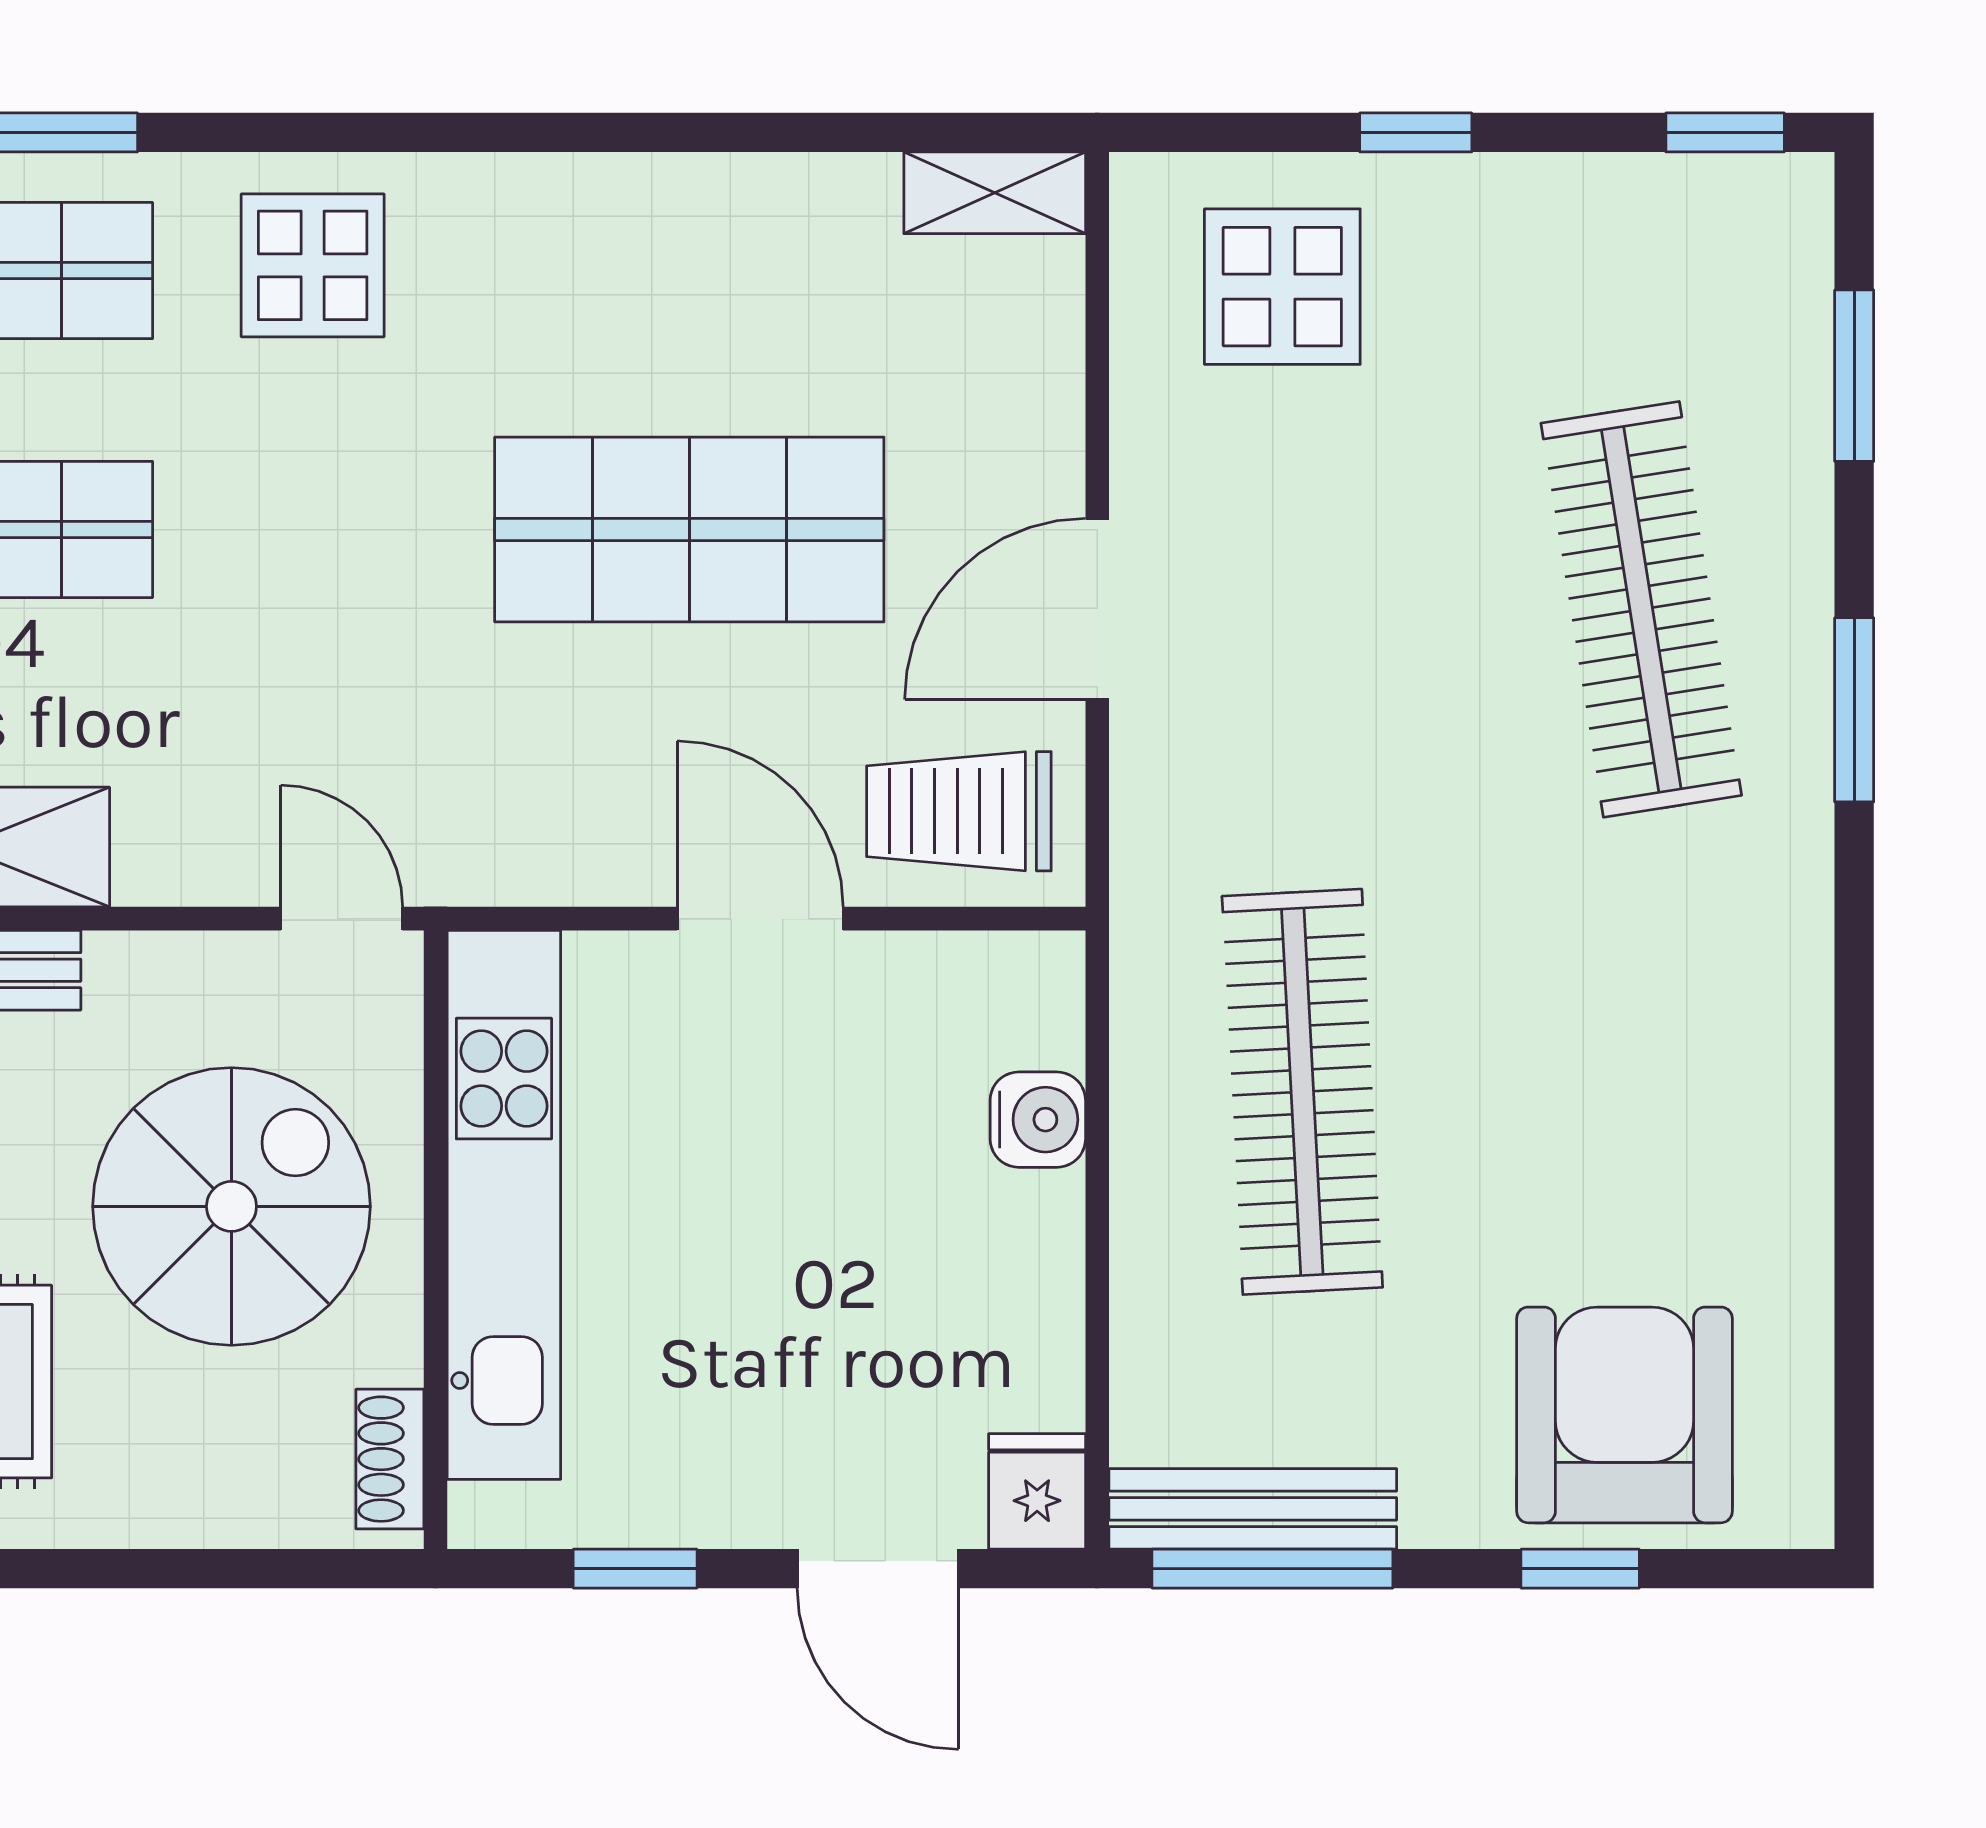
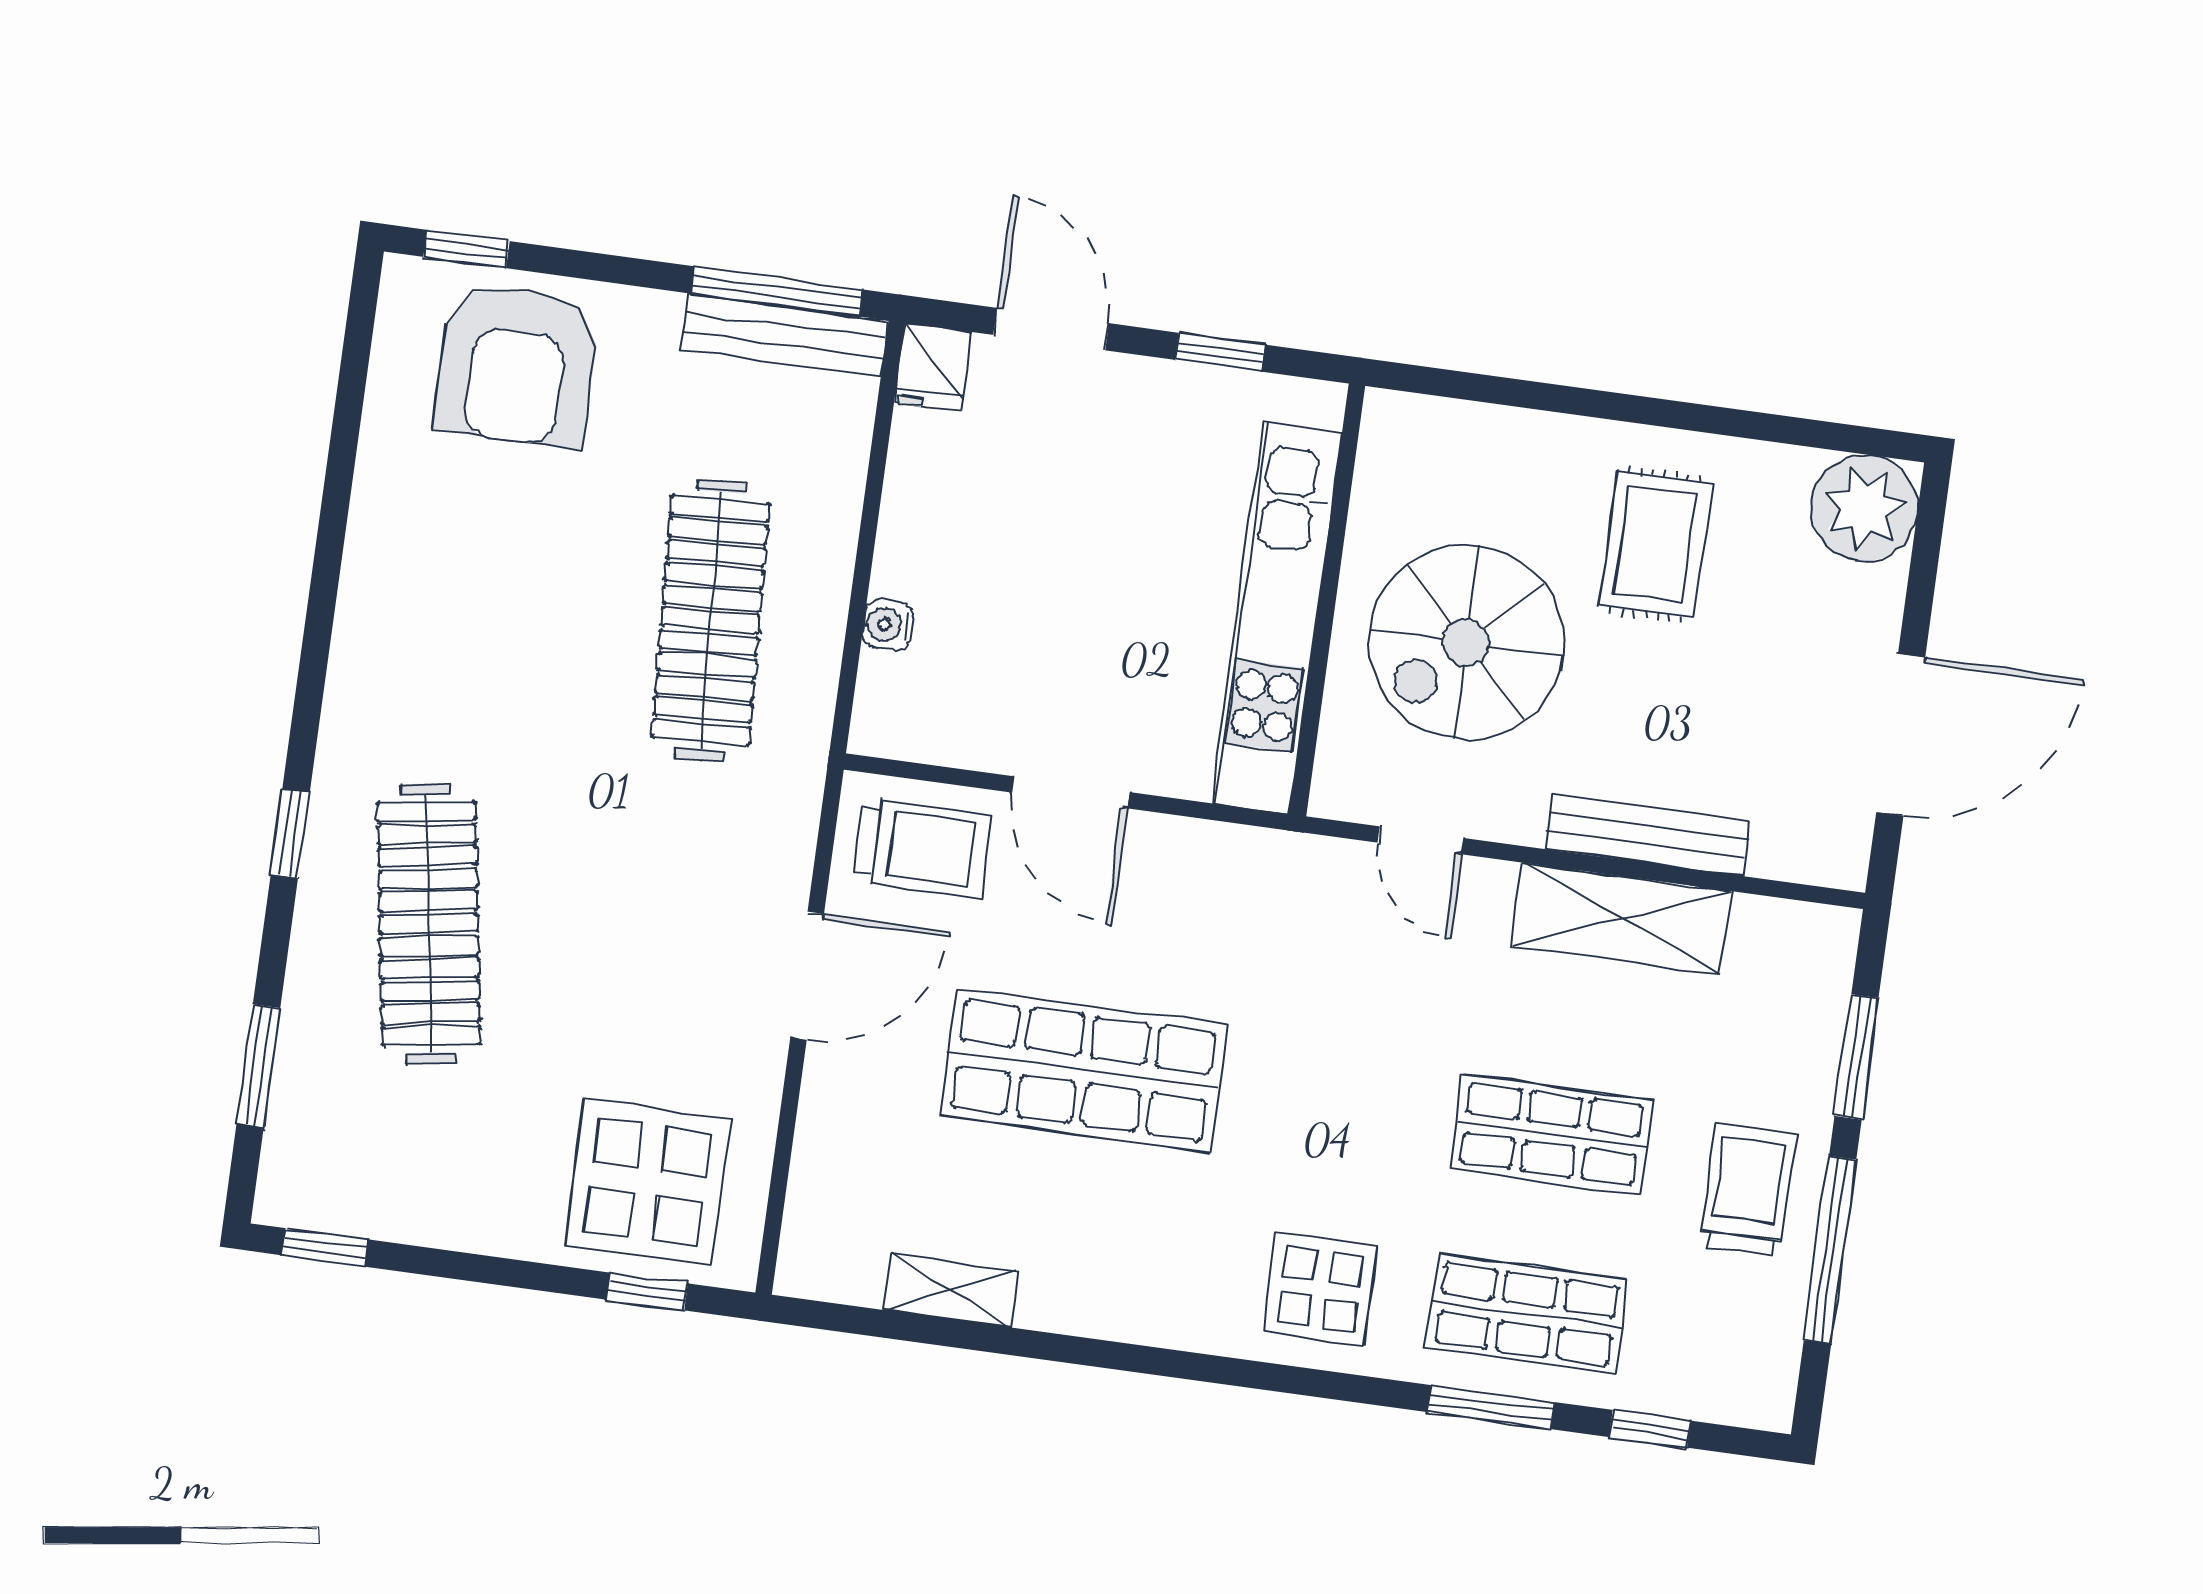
window: (1416, 132) -> (647, 1291), moved
shelving: (995, 193) -> (950, 1290), moved
display table: (1282, 287) -> (648, 1182), width x1.36, depth x1.36
window: (1854, 710) -> (290, 833), width x0.67
door: (342, 919) -> (1421, 840), moved
water cooler: (1038, 1120) -> (888, 625), width x0.72, depth x0.72
shoe rack: (390, 1459) -> (1380, 452), removed
window: (1580, 1569) -> (467, 249), moved

